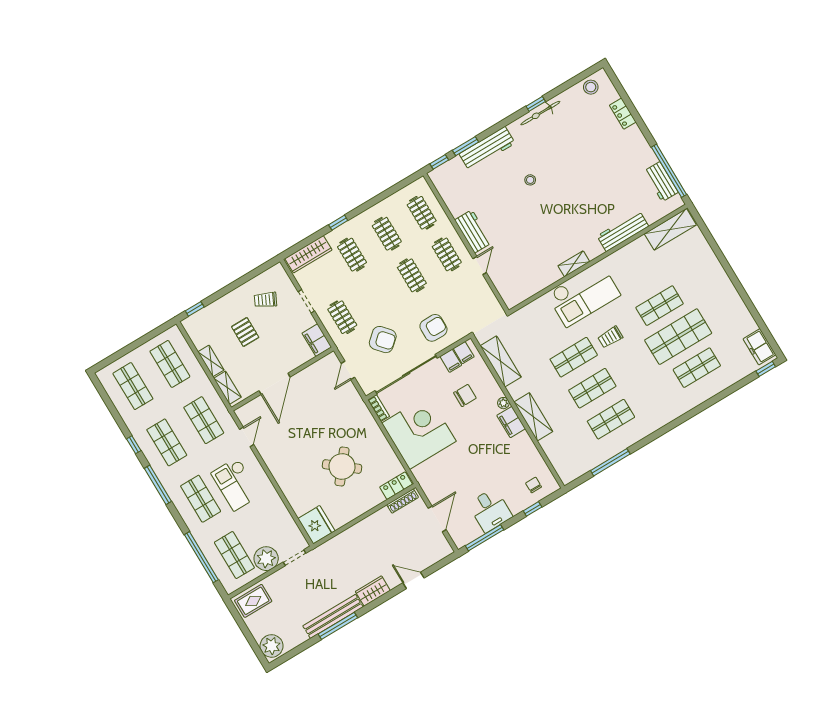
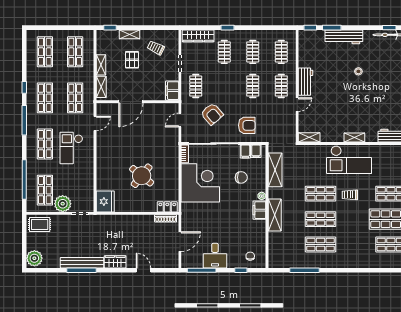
shelving: (518, 297) -> (309, 137), added
shelving: (223, 303) -> (130, 34), added

